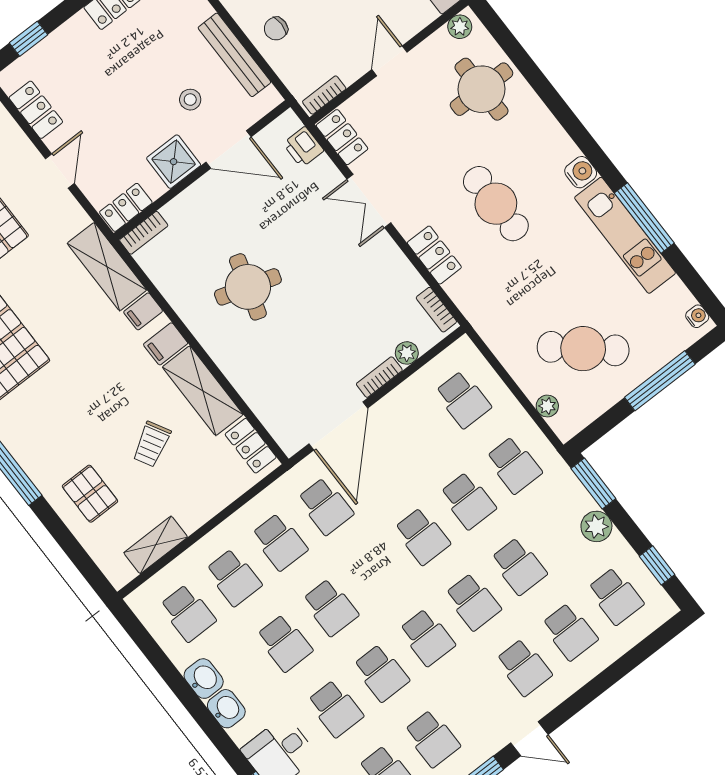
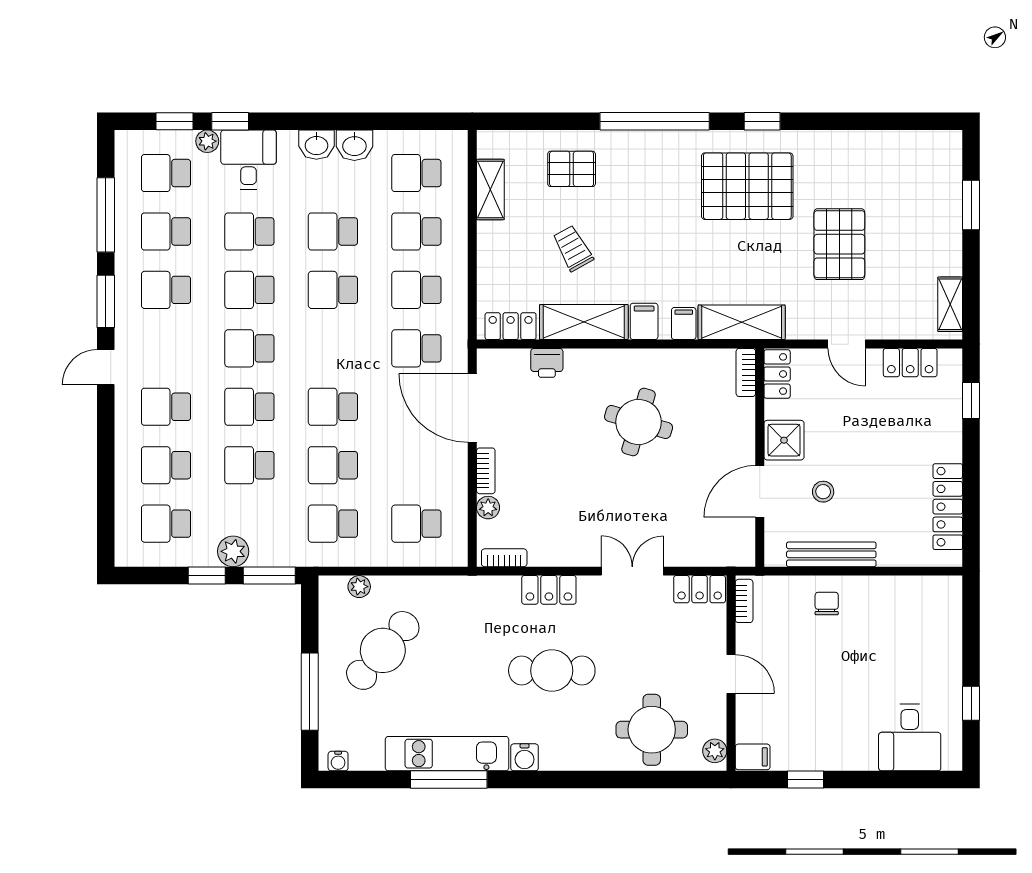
printer: (303, 147) -> (547, 363), moved, turned 180
window: (657, 565) -> (207, 575), moved

